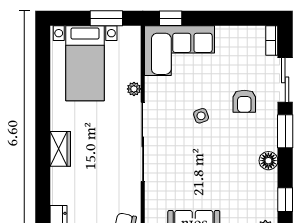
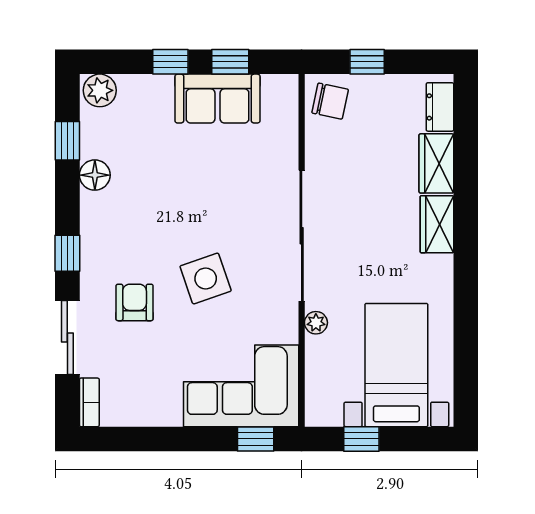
window: (106, 18) -> (361, 439), width x0.67
side table: (201, 116) -> (206, 278), width x1.87, depth x1.87
window: (285, 131) -> (67, 253), width x0.67
floor lamp: (268, 161) -> (95, 175), moved
wardrobe: (61, 186) -> (436, 163), added

